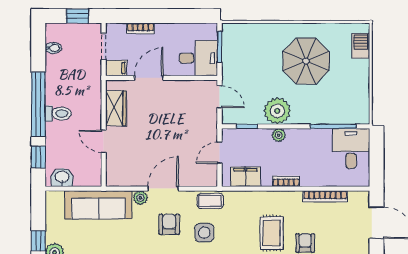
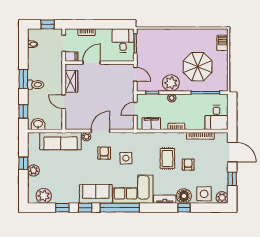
desk: (198, 58) -> (123, 40), moved, turned -90
parasol: (306, 61) -> (198, 67), moved
window: (38, 104) -> (23, 79), width x0.47
desk: (351, 148) -> (217, 117), moved, turned 180
coffee table: (210, 201) -> (129, 139), removed

